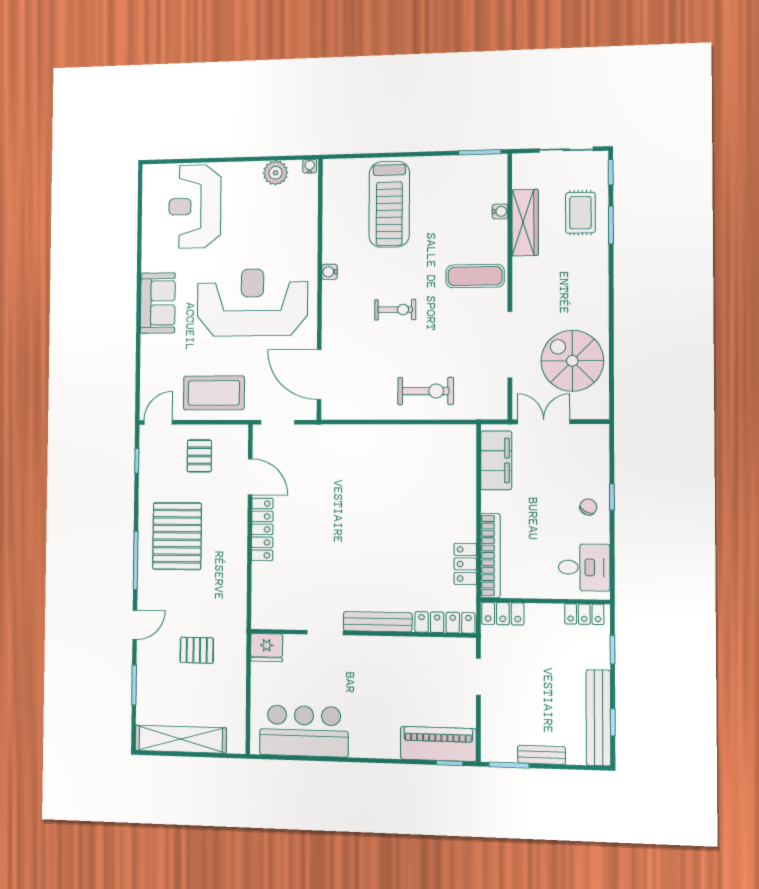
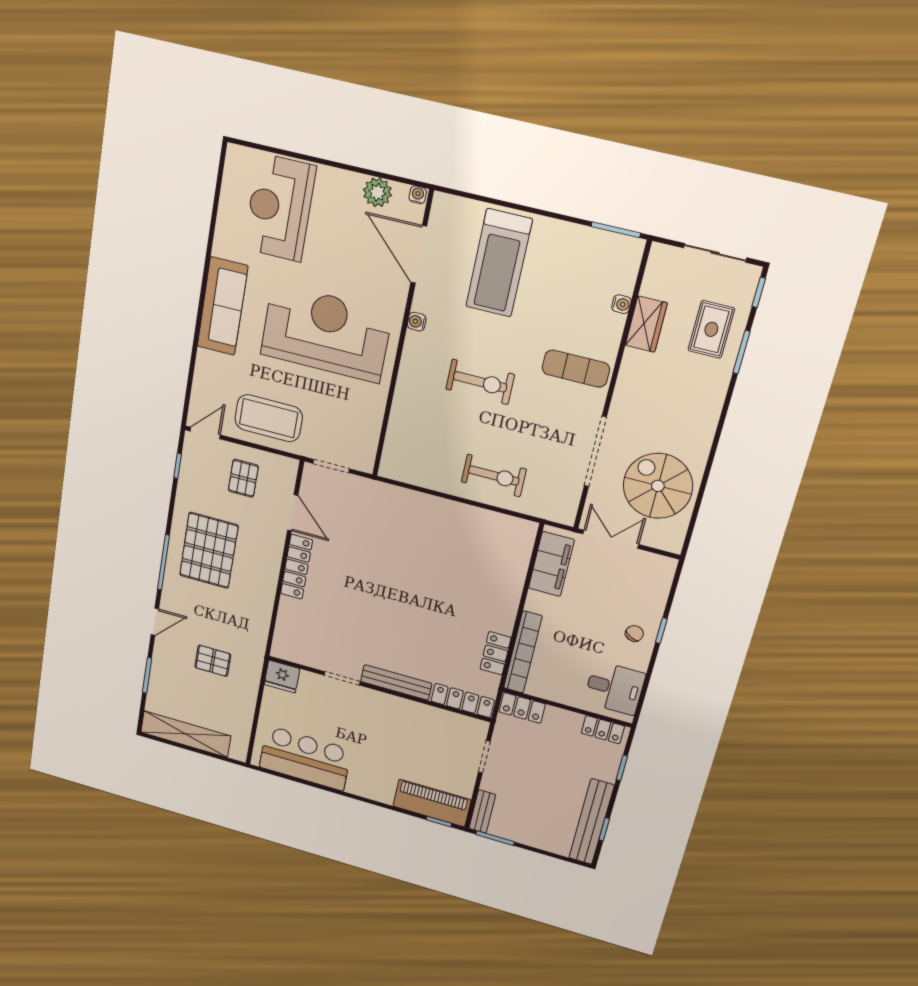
wardrobe: (525, 223) -> (646, 324), width x0.67
sofa: (158, 303) -> (222, 306), width x1.36
exercise bike: (395, 310) -> (480, 382), width x1.38, depth x1.39
door: (319, 374) -> (419, 254), moved
bench: (541, 755) -> (482, 812), moved, turned 90

